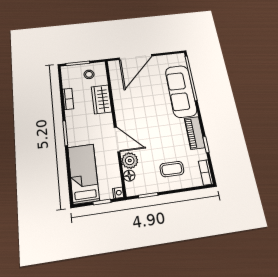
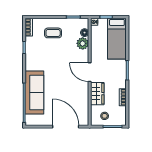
door: (135, 57) -> (66, 127), hinge flipped
piano: (195, 133) -> (31, 58), removed
door: (117, 139) -> (90, 72), moved

